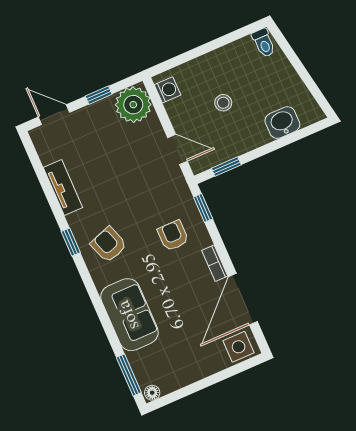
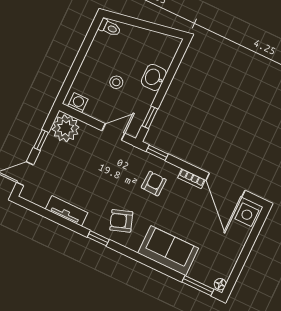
washbasin: (282, 123) -> (154, 77), moved
armchair: (173, 236) -> (154, 184), turned 92

